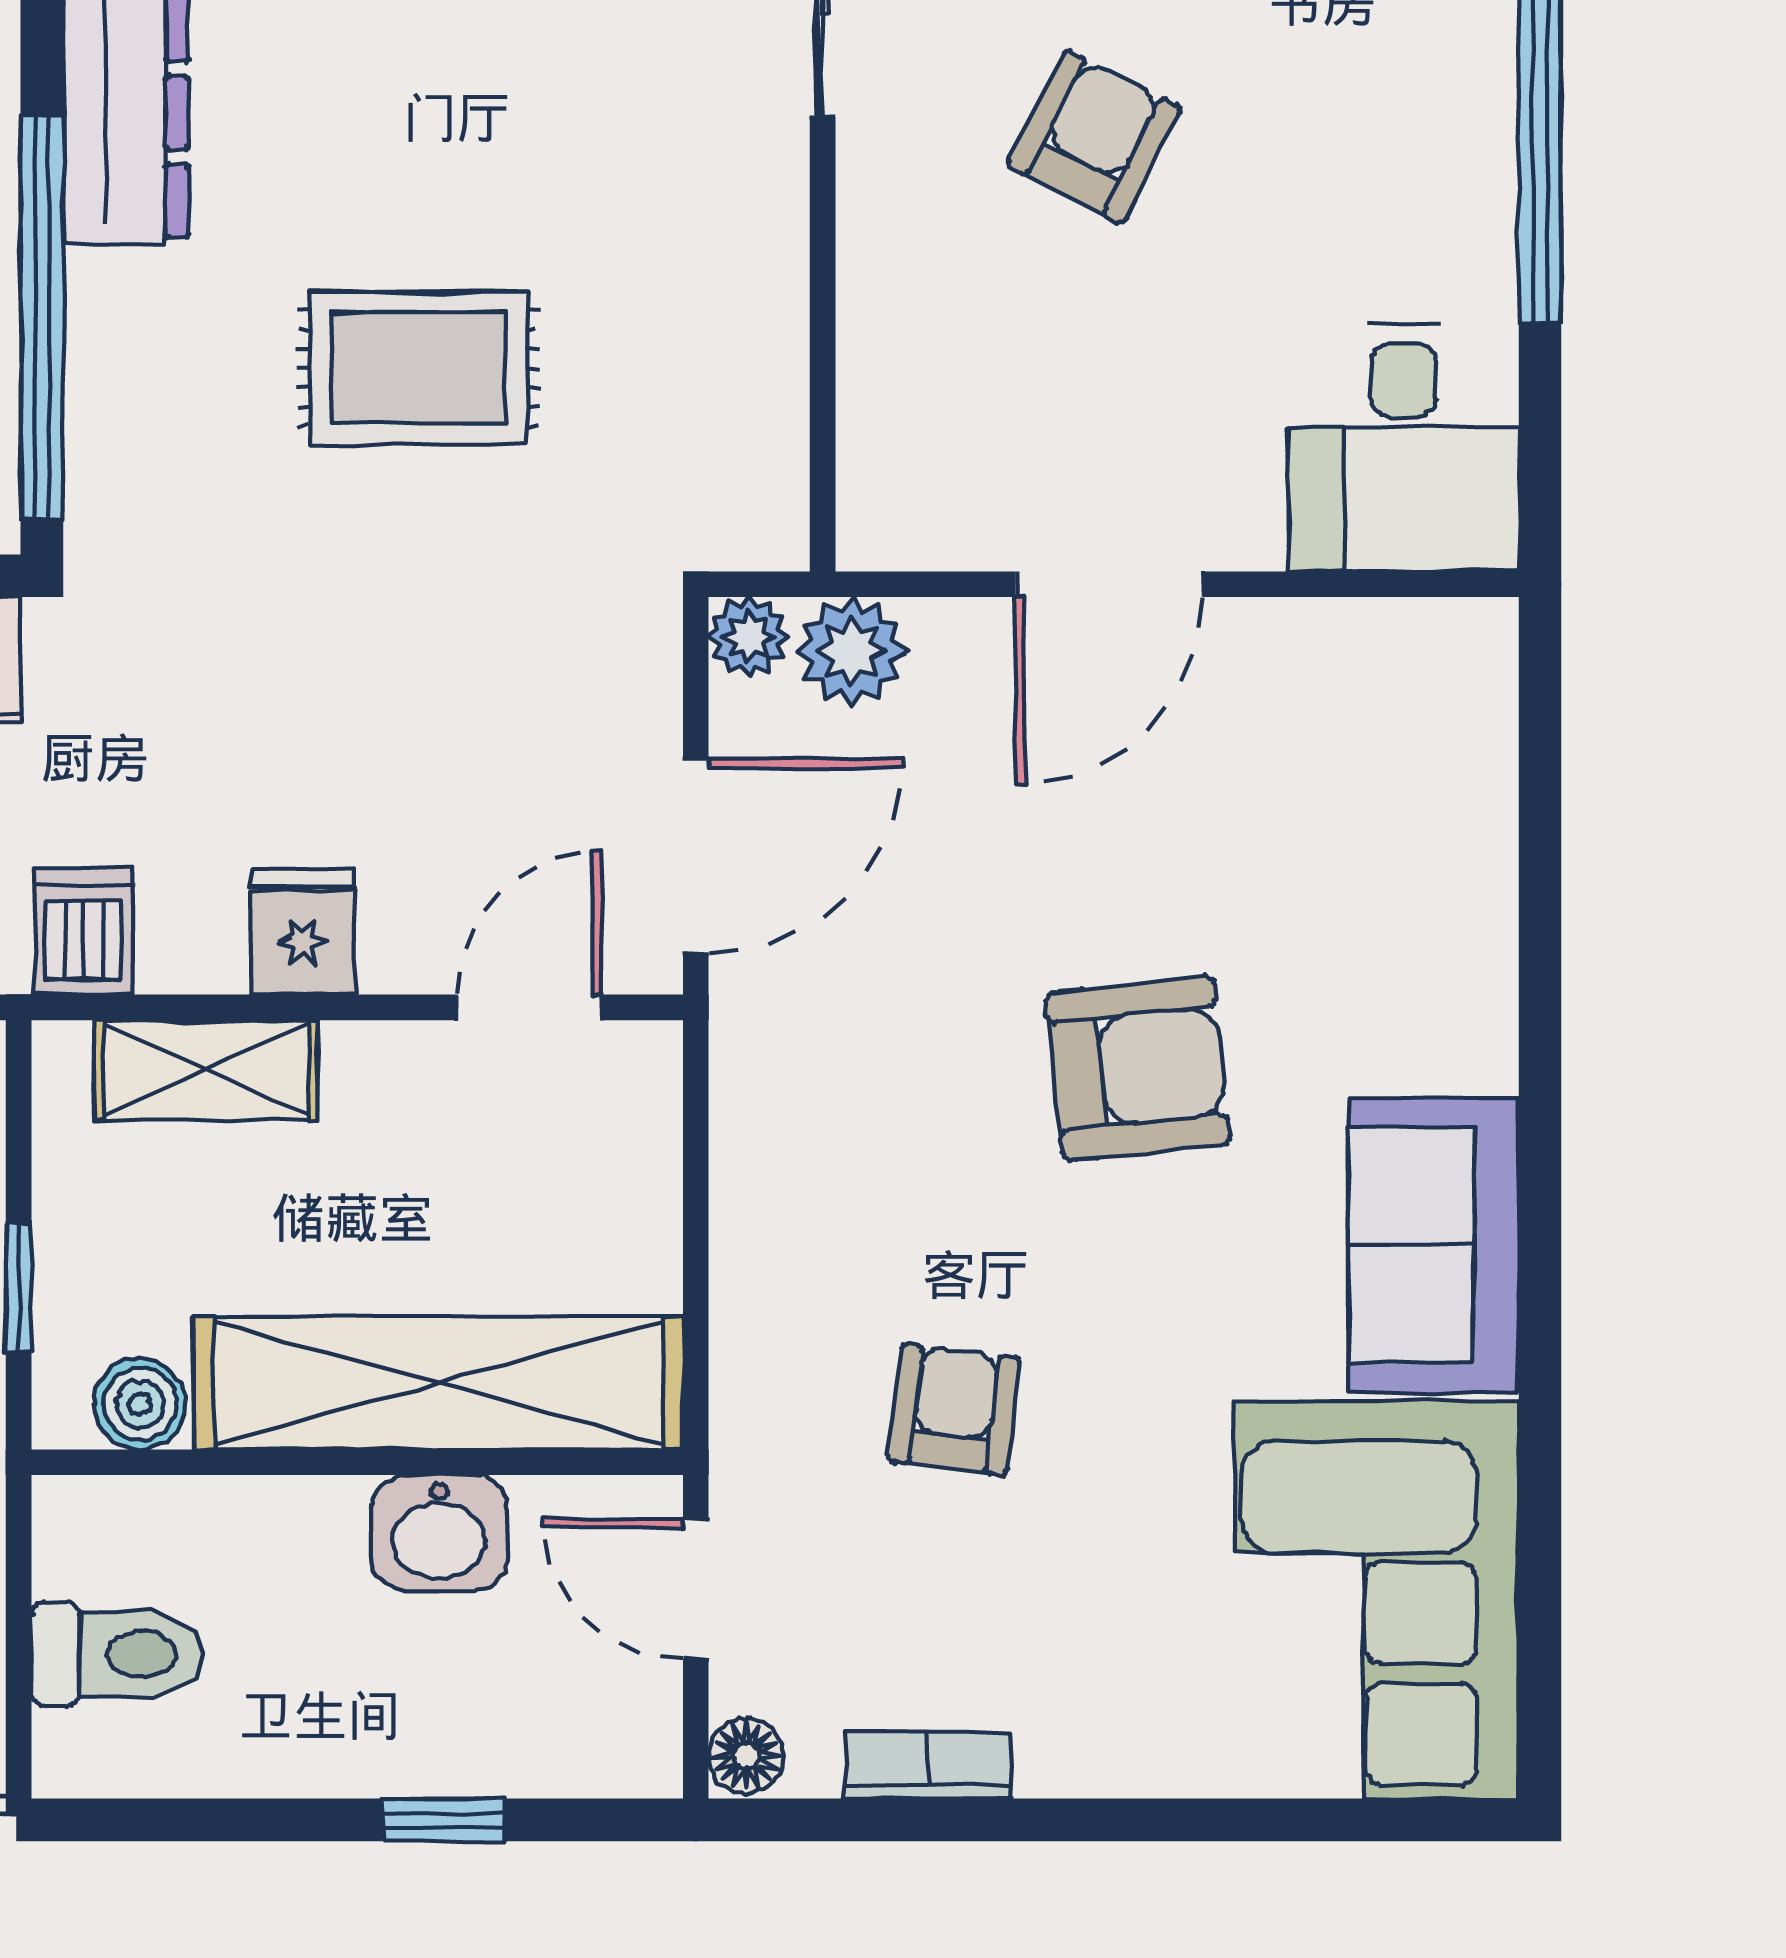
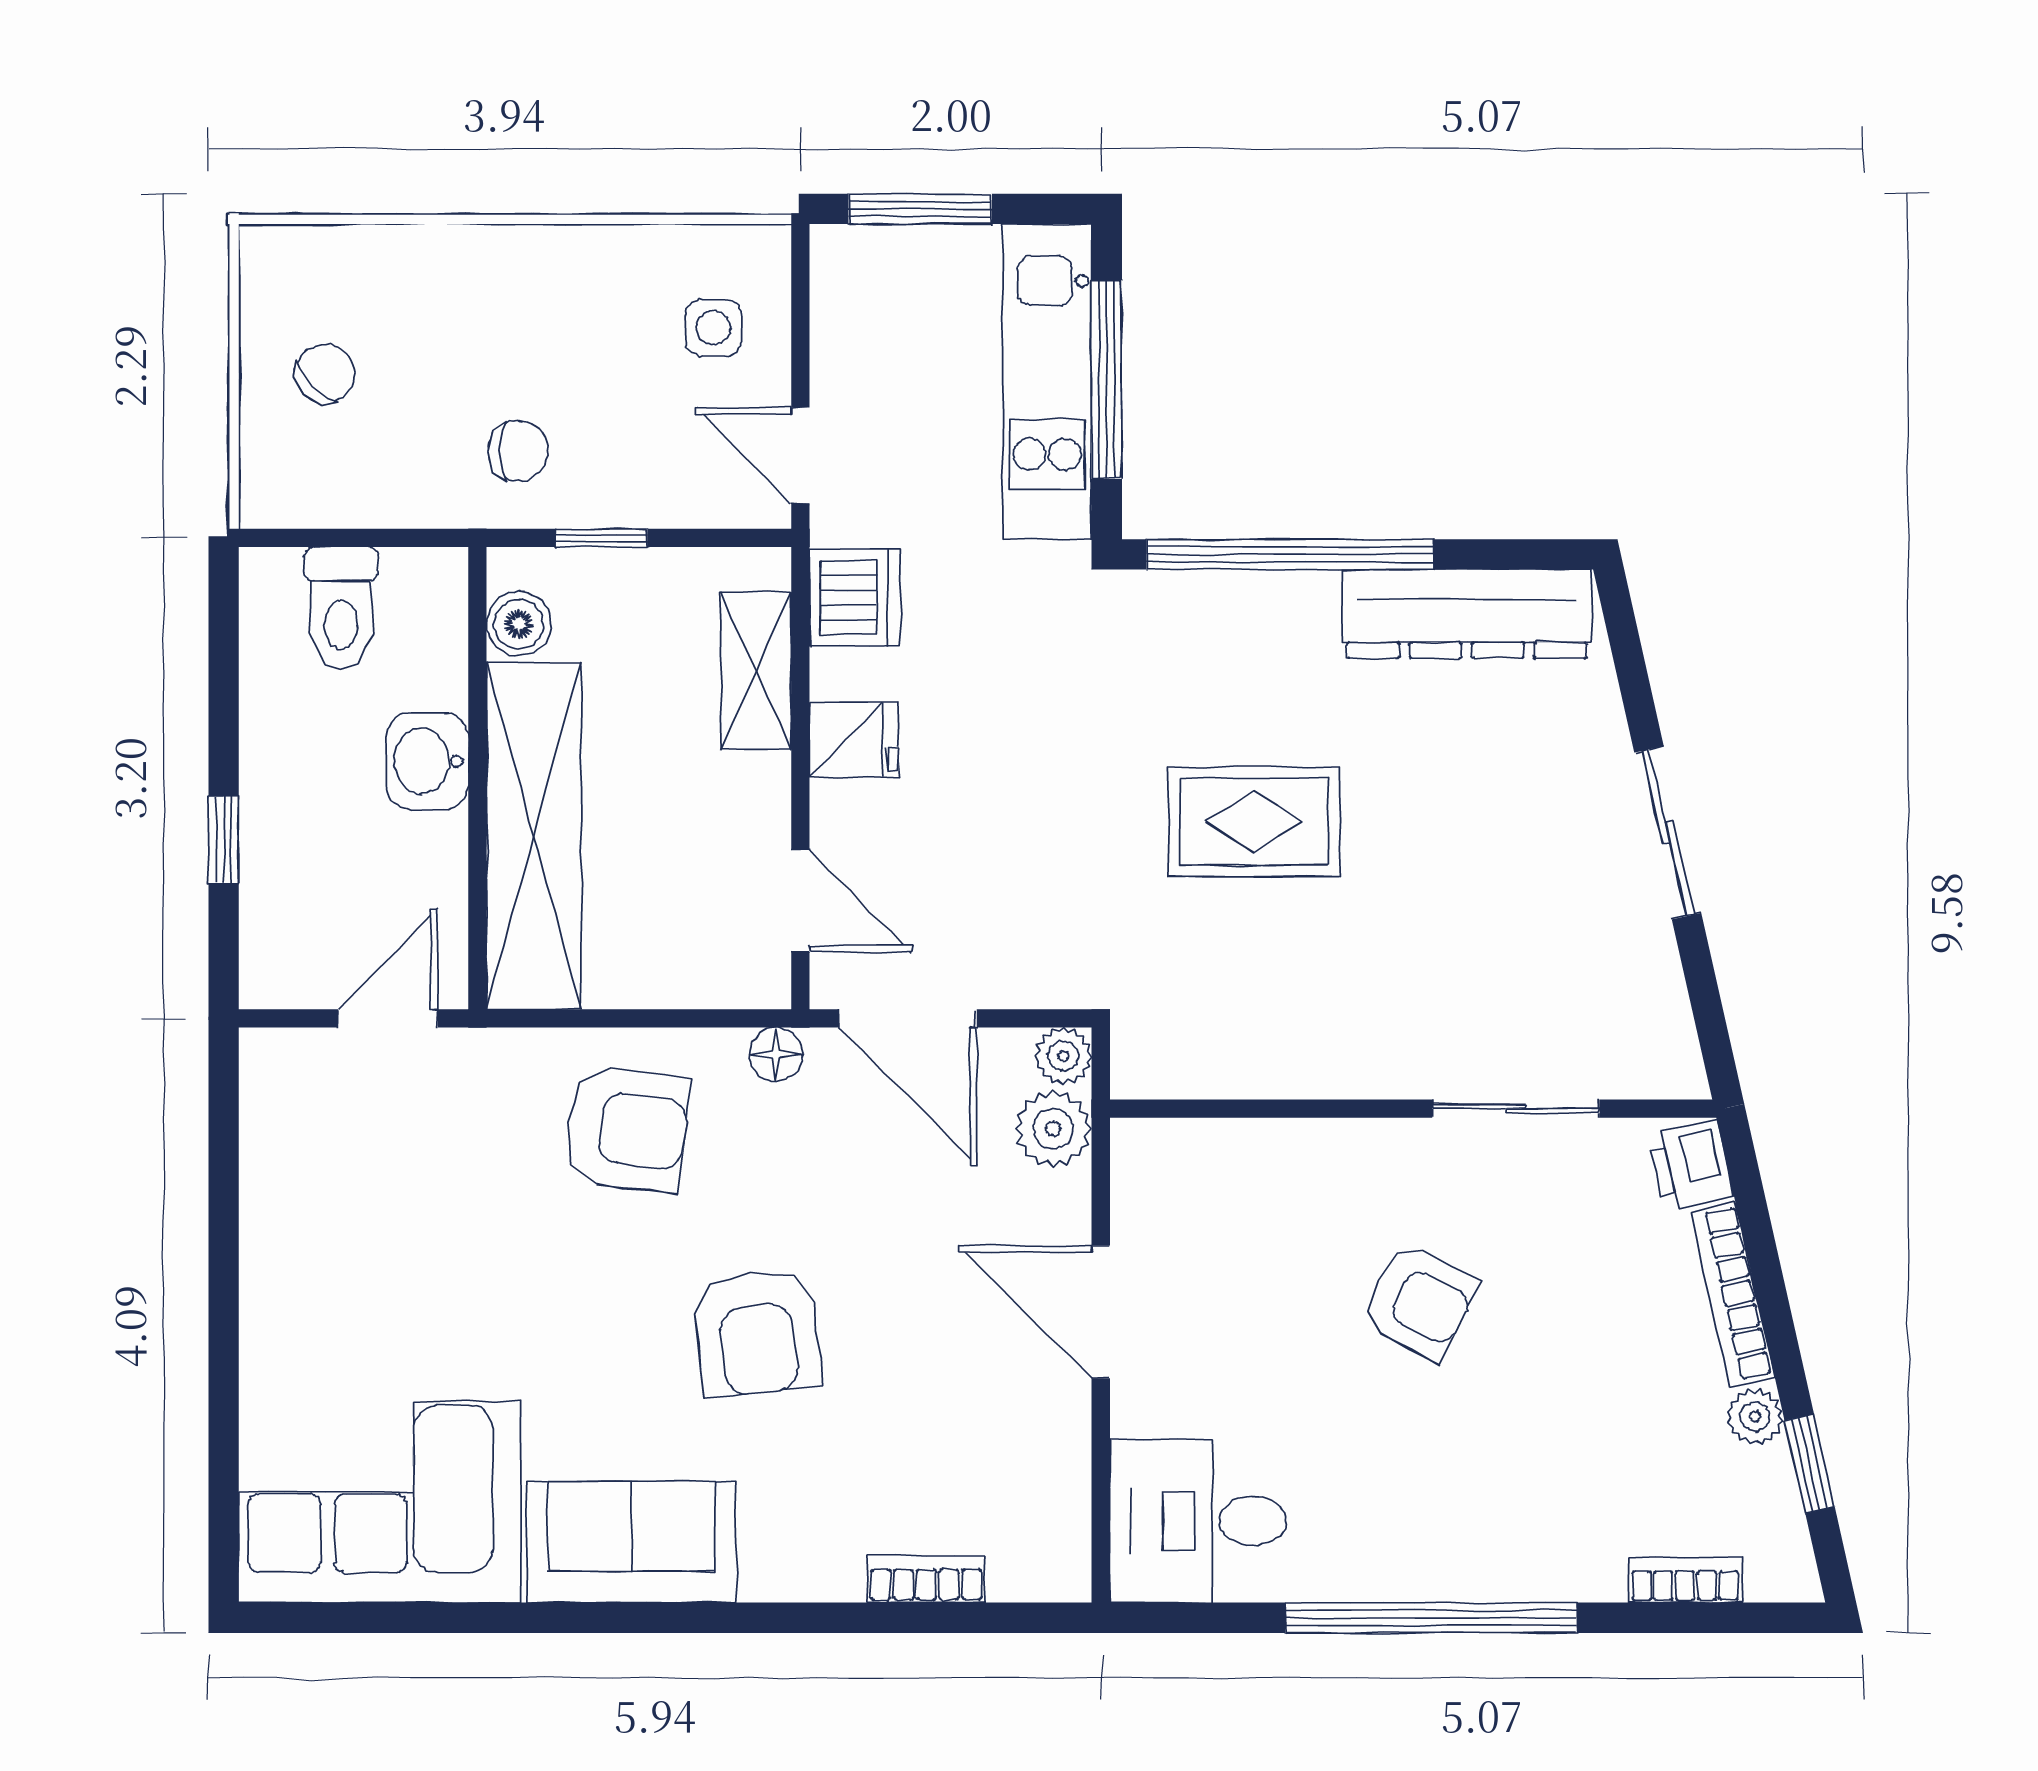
rug: (418, 368) -> (1254, 822), turned 90
dishwasher: (84, 931) -> (855, 597), width x1.38
armchair: (954, 1410) -> (627, 1129), moved, width x1.38, depth x1.38
washbasin: (439, 1533) -> (427, 761), moved
floor lamp: (746, 1756) -> (776, 1054), moved
bookcase: (928, 1765) -> (926, 1579), moved, turned -90

